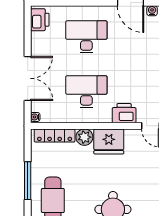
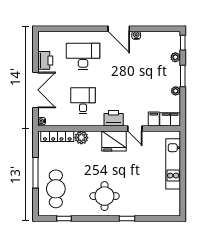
printer: (40, 20) -> (45, 60), moved
desk: (86, 92) -> (83, 101), width x0.73
fridge: (109, 141) -> (114, 141), moved

